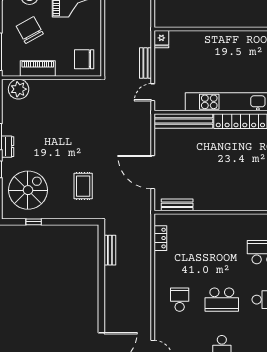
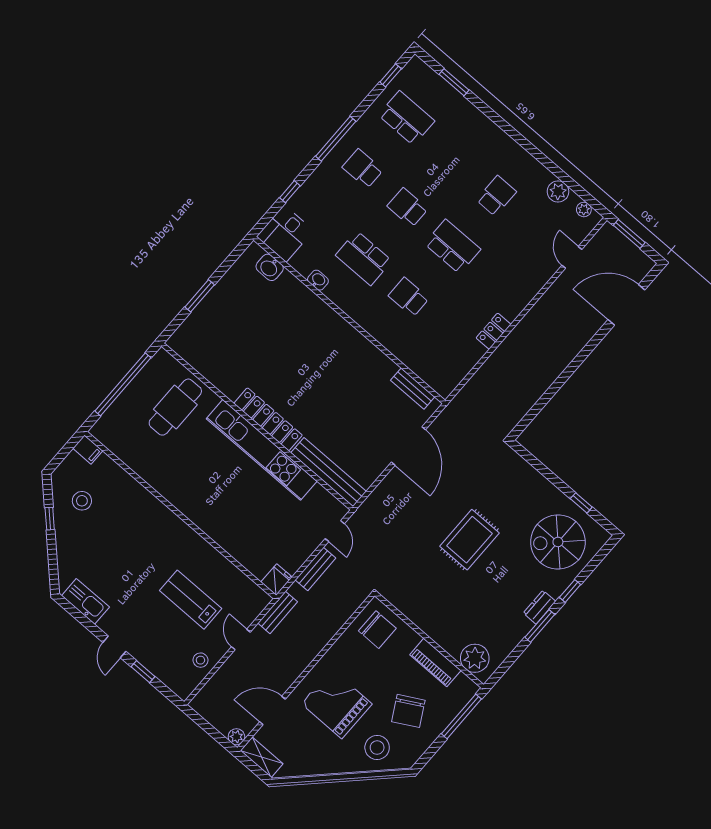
door: (153, 92) -> (335, 531), hinge flipped
rug: (83, 186) -> (469, 540), moved, width x1.36, depth x1.43
locker: (160, 238) -> (494, 331), moved
bench: (110, 250) -> (278, 612), moved
school desk: (180, 300) -> (409, 297), moved, turned 90

